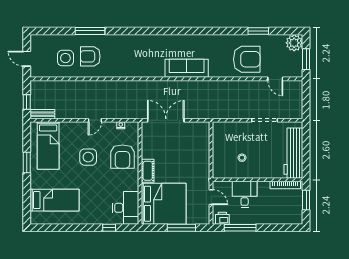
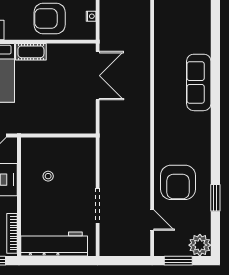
sofa: (187, 68) -> (199, 82), moved, turned 180
door: (275, 79) -> (152, 220), swing flipped

